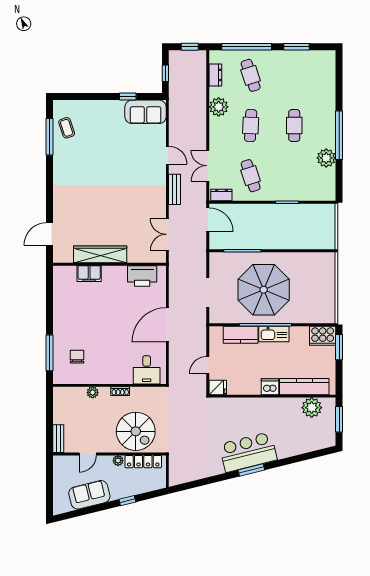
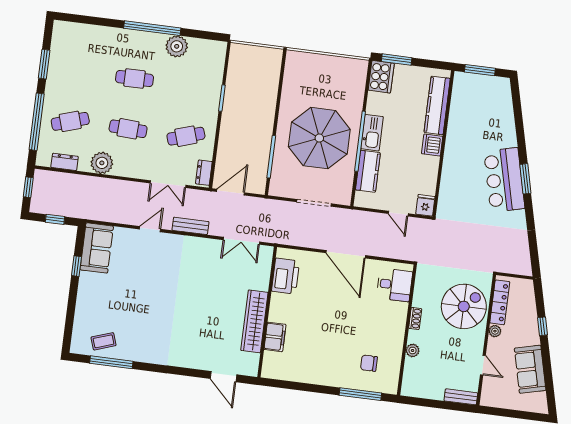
plant: (312, 408) -> (462, 100), removed

